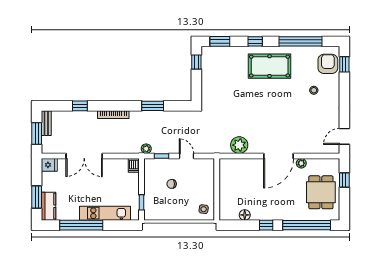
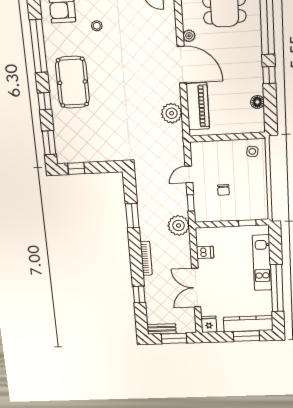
plant: (146, 149) -> (179, 225), width x1.88, depth x1.88
double door: (84, 156) -> (196, 288), swing flipped
dishwasher: (134, 165) -> (205, 252), moved
piano: (244, 167) -> (198, 106), added
kitchen counter: (49, 206) -> (248, 324), width x1.50

